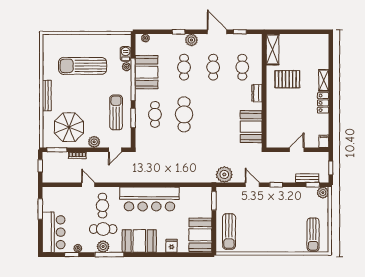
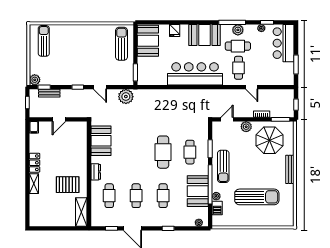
plant: (191, 40) -> (156, 221), removed
sun lounger: (116, 112) -> (223, 166), moved

